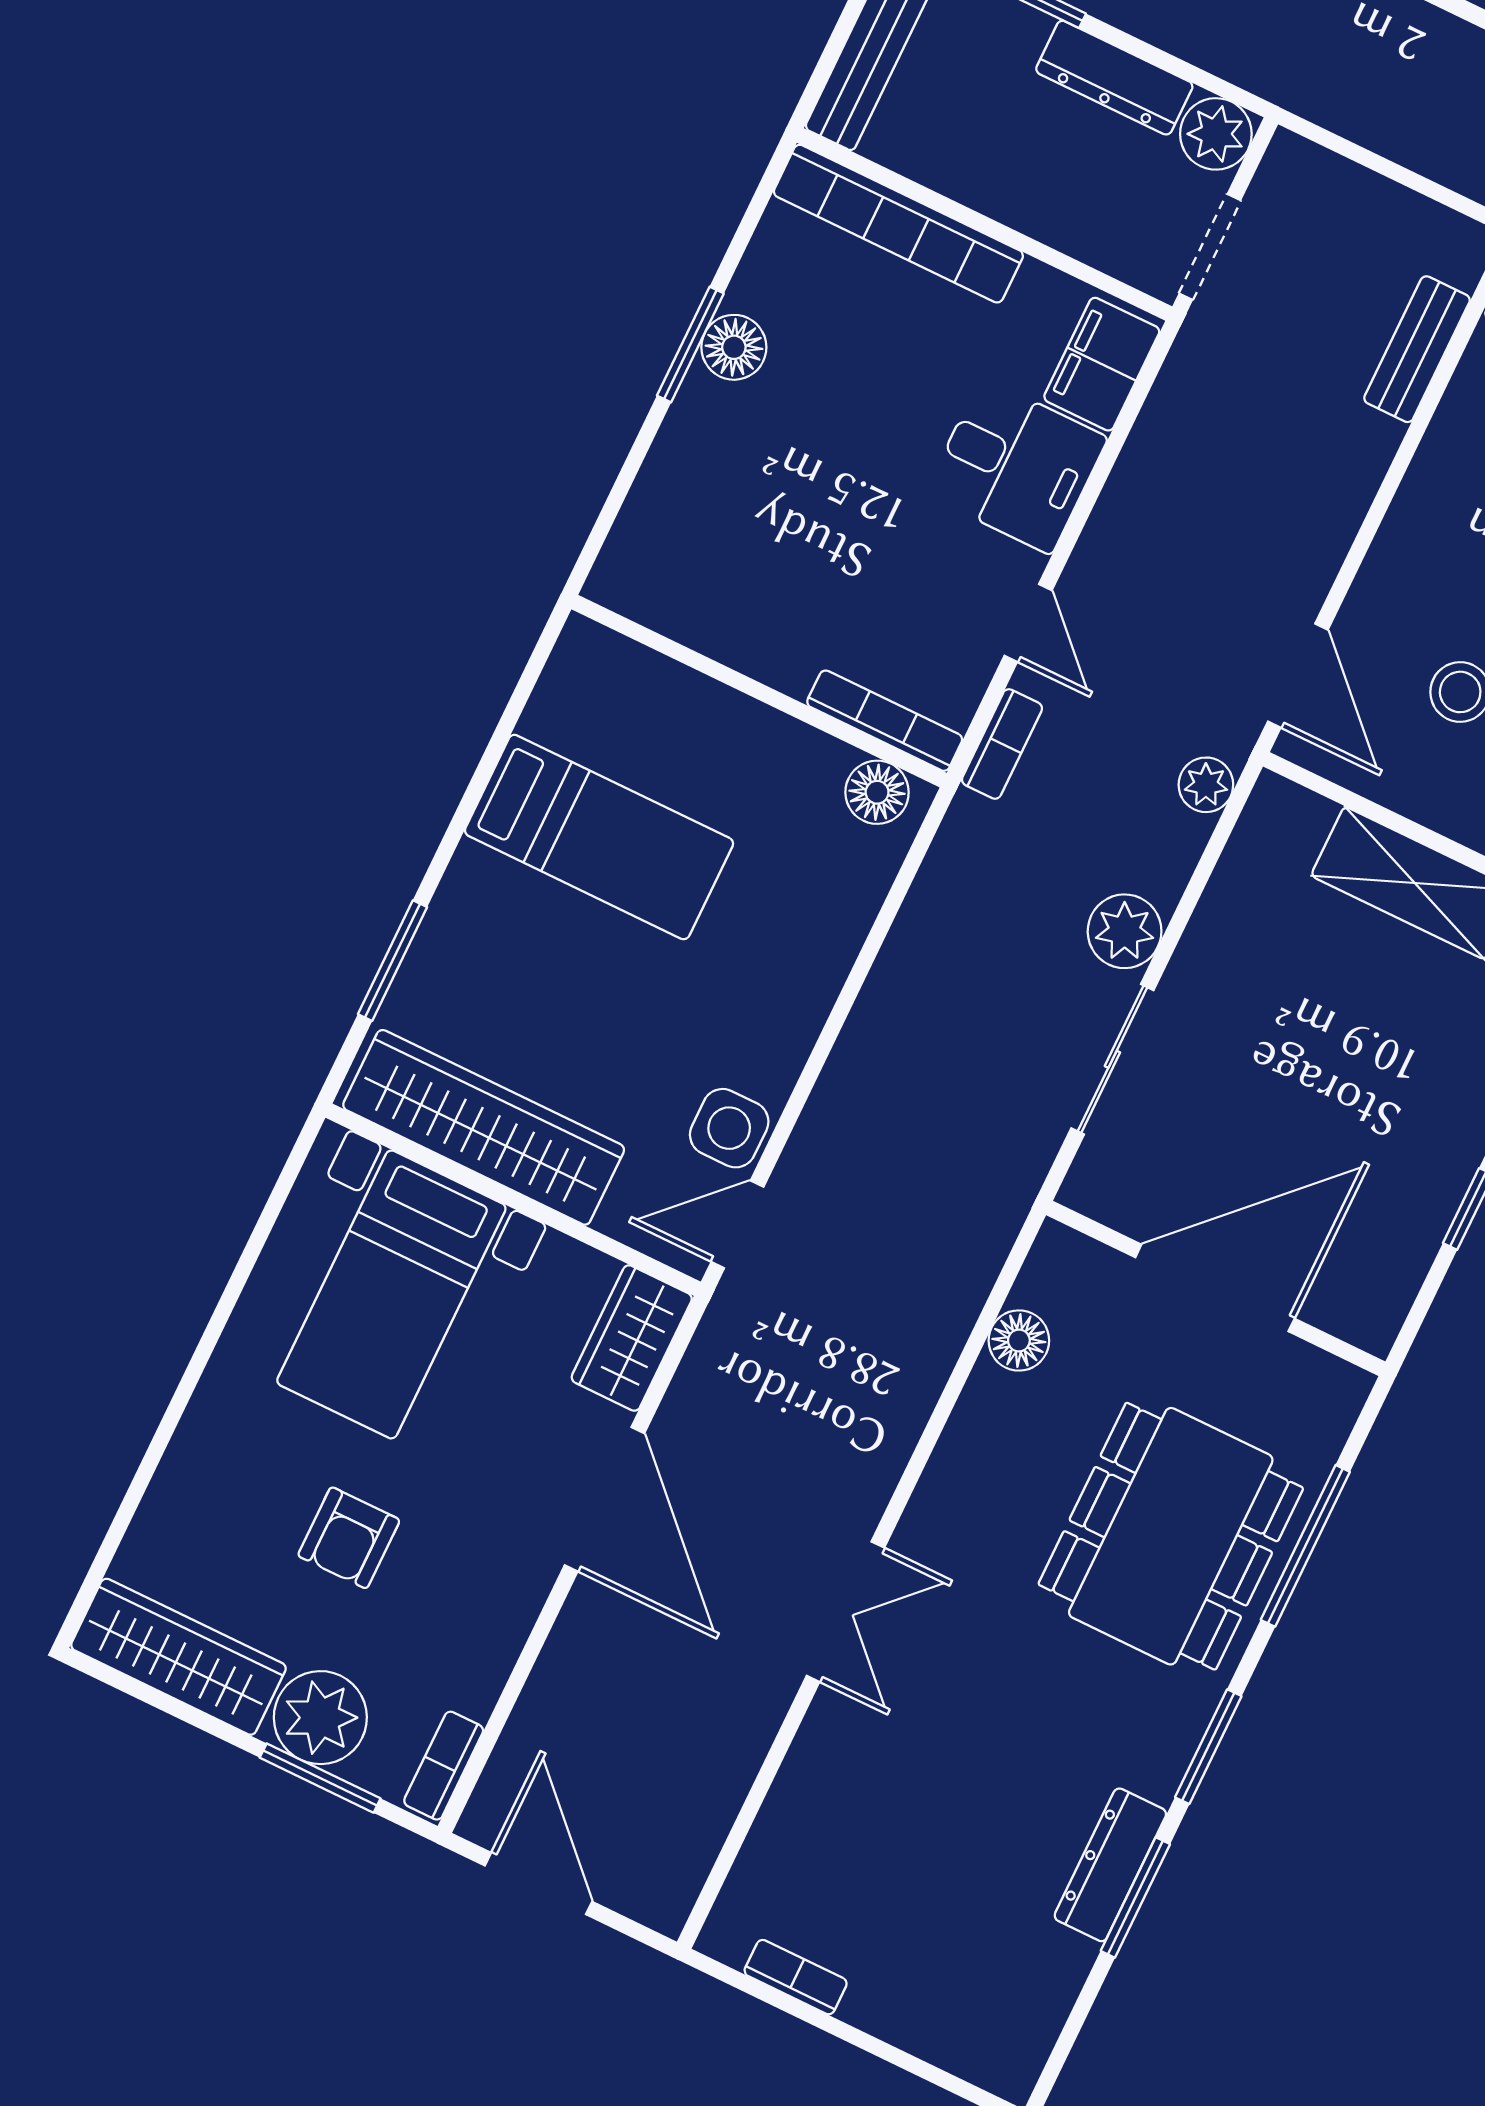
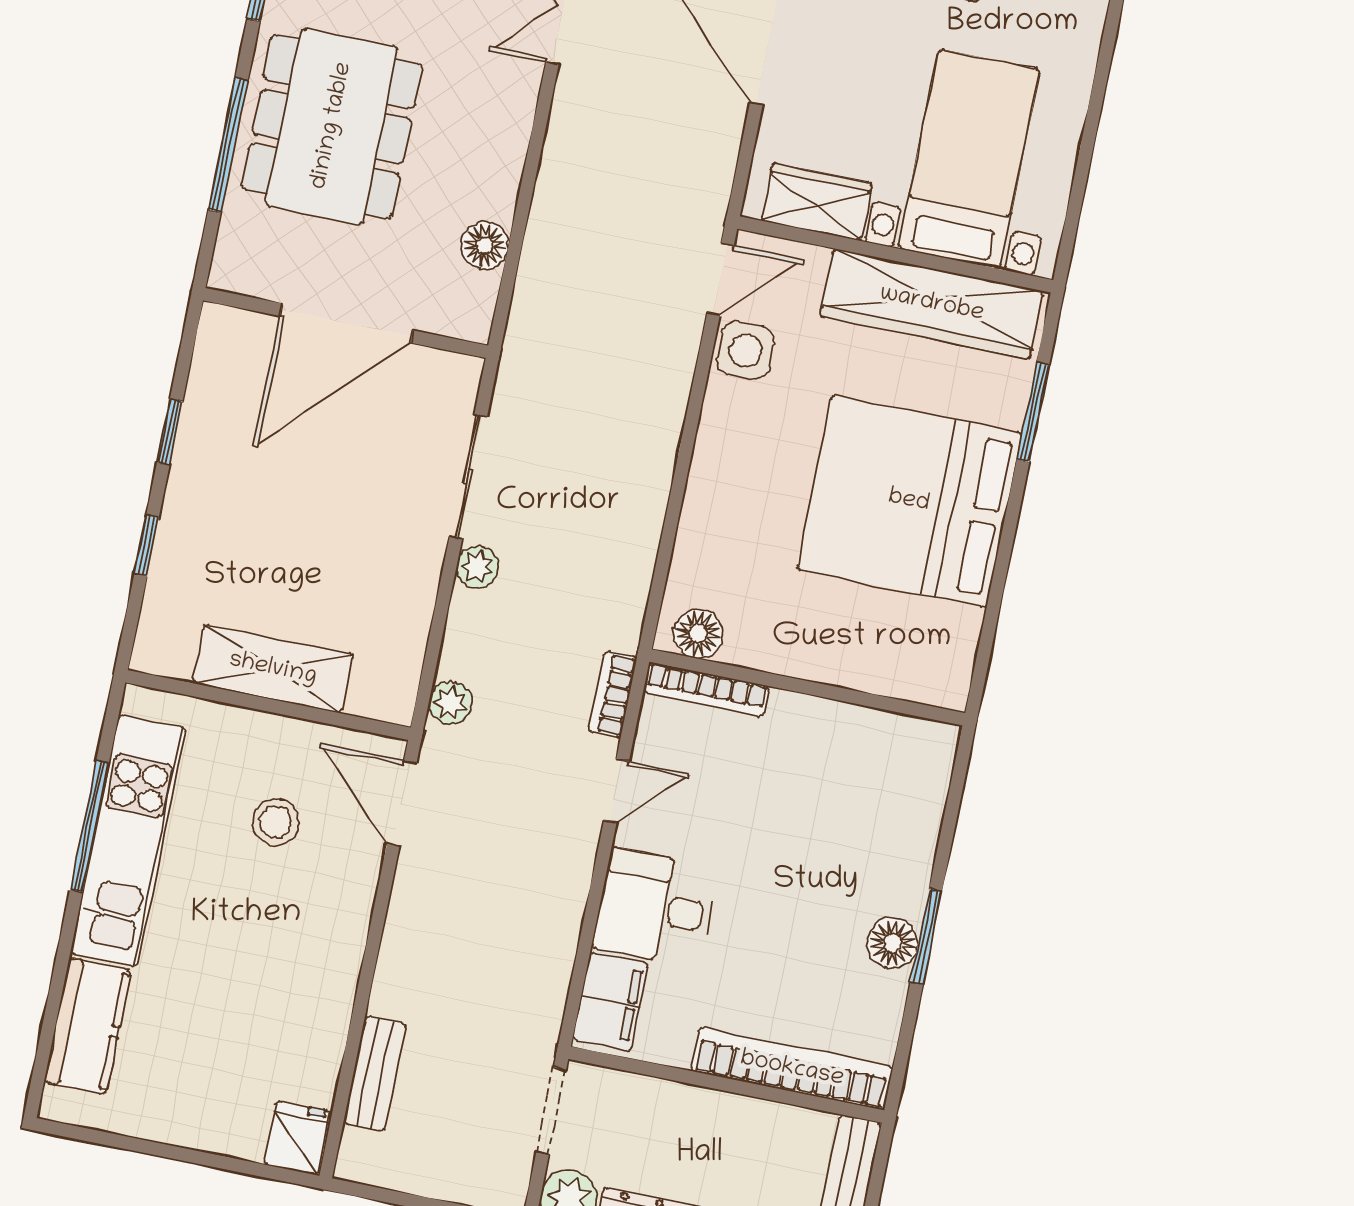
door: (1028, 623) -> (616, 791), swing flipped
bed: (599, 837) -> (909, 501), width x2.04
plant: (1125, 931) -> (478, 567), width x0.73, depth x0.73
wardrobe: (632, 1338) -> (816, 202), moved, turned -90

